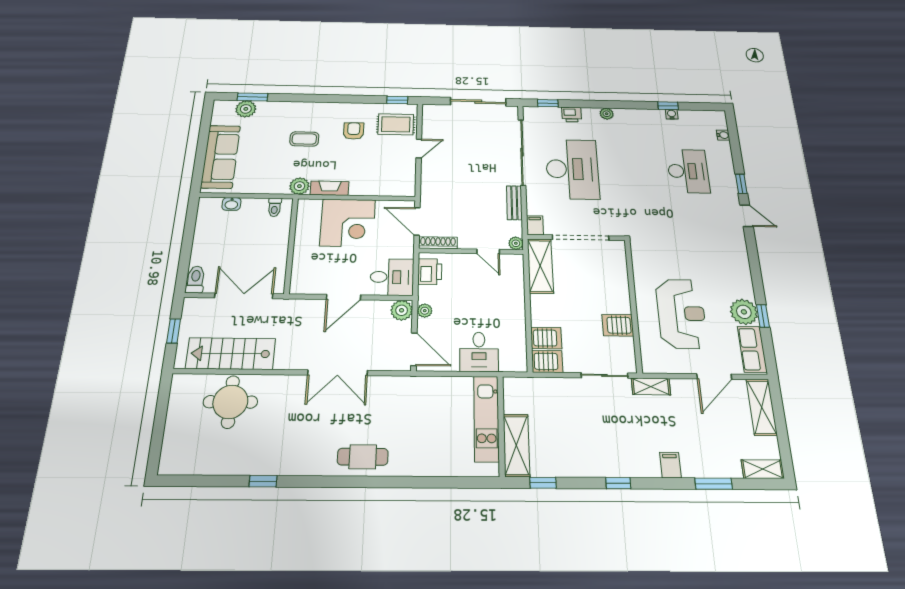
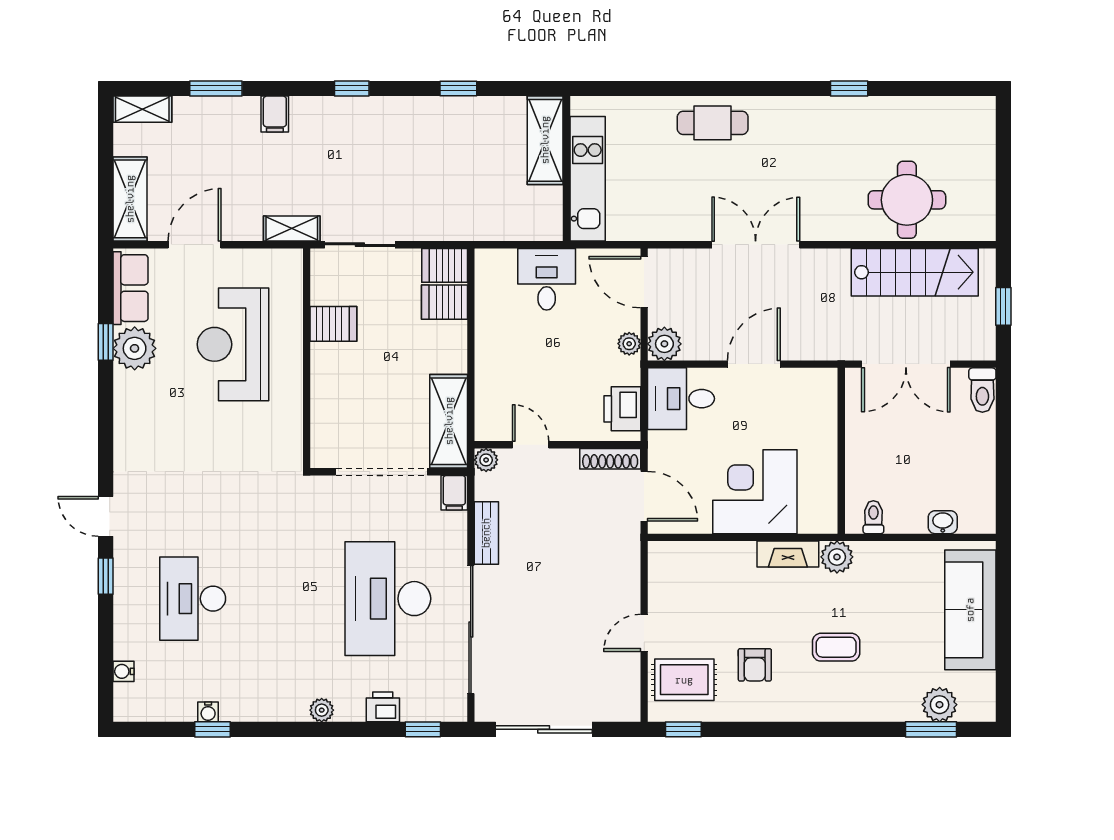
kitchen unit: (486, 418) -> (588, 179), moved
wall: (501, 426) -> (566, 169), moved
shelving: (516, 445) -> (545, 140), moved

